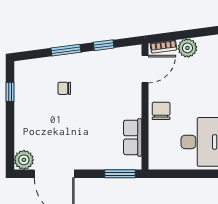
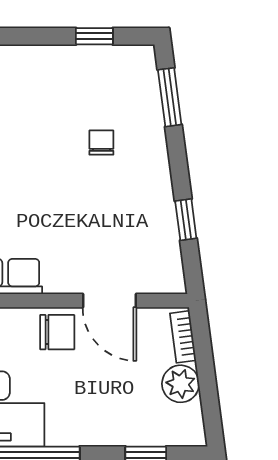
window: (66, 50) -> (170, 97), moved
door: (145, 69) -> (109, 301), moved

